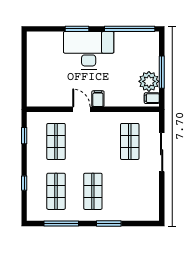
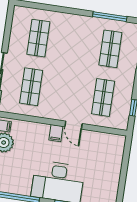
shop shelf: (93, 191) -> (38, 38), moved
window: (109, 223) -> (64, 10), removed

